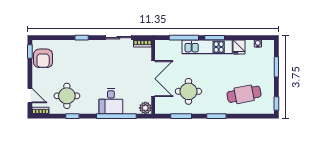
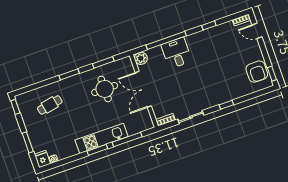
fridge: (239, 47) -> (42, 159), moved
armchair: (43, 58) -> (257, 72), turned 180
cafe table: (244, 94) -> (50, 105), width x0.73, depth x0.74
round table: (67, 96) -> (221, 43), removed

